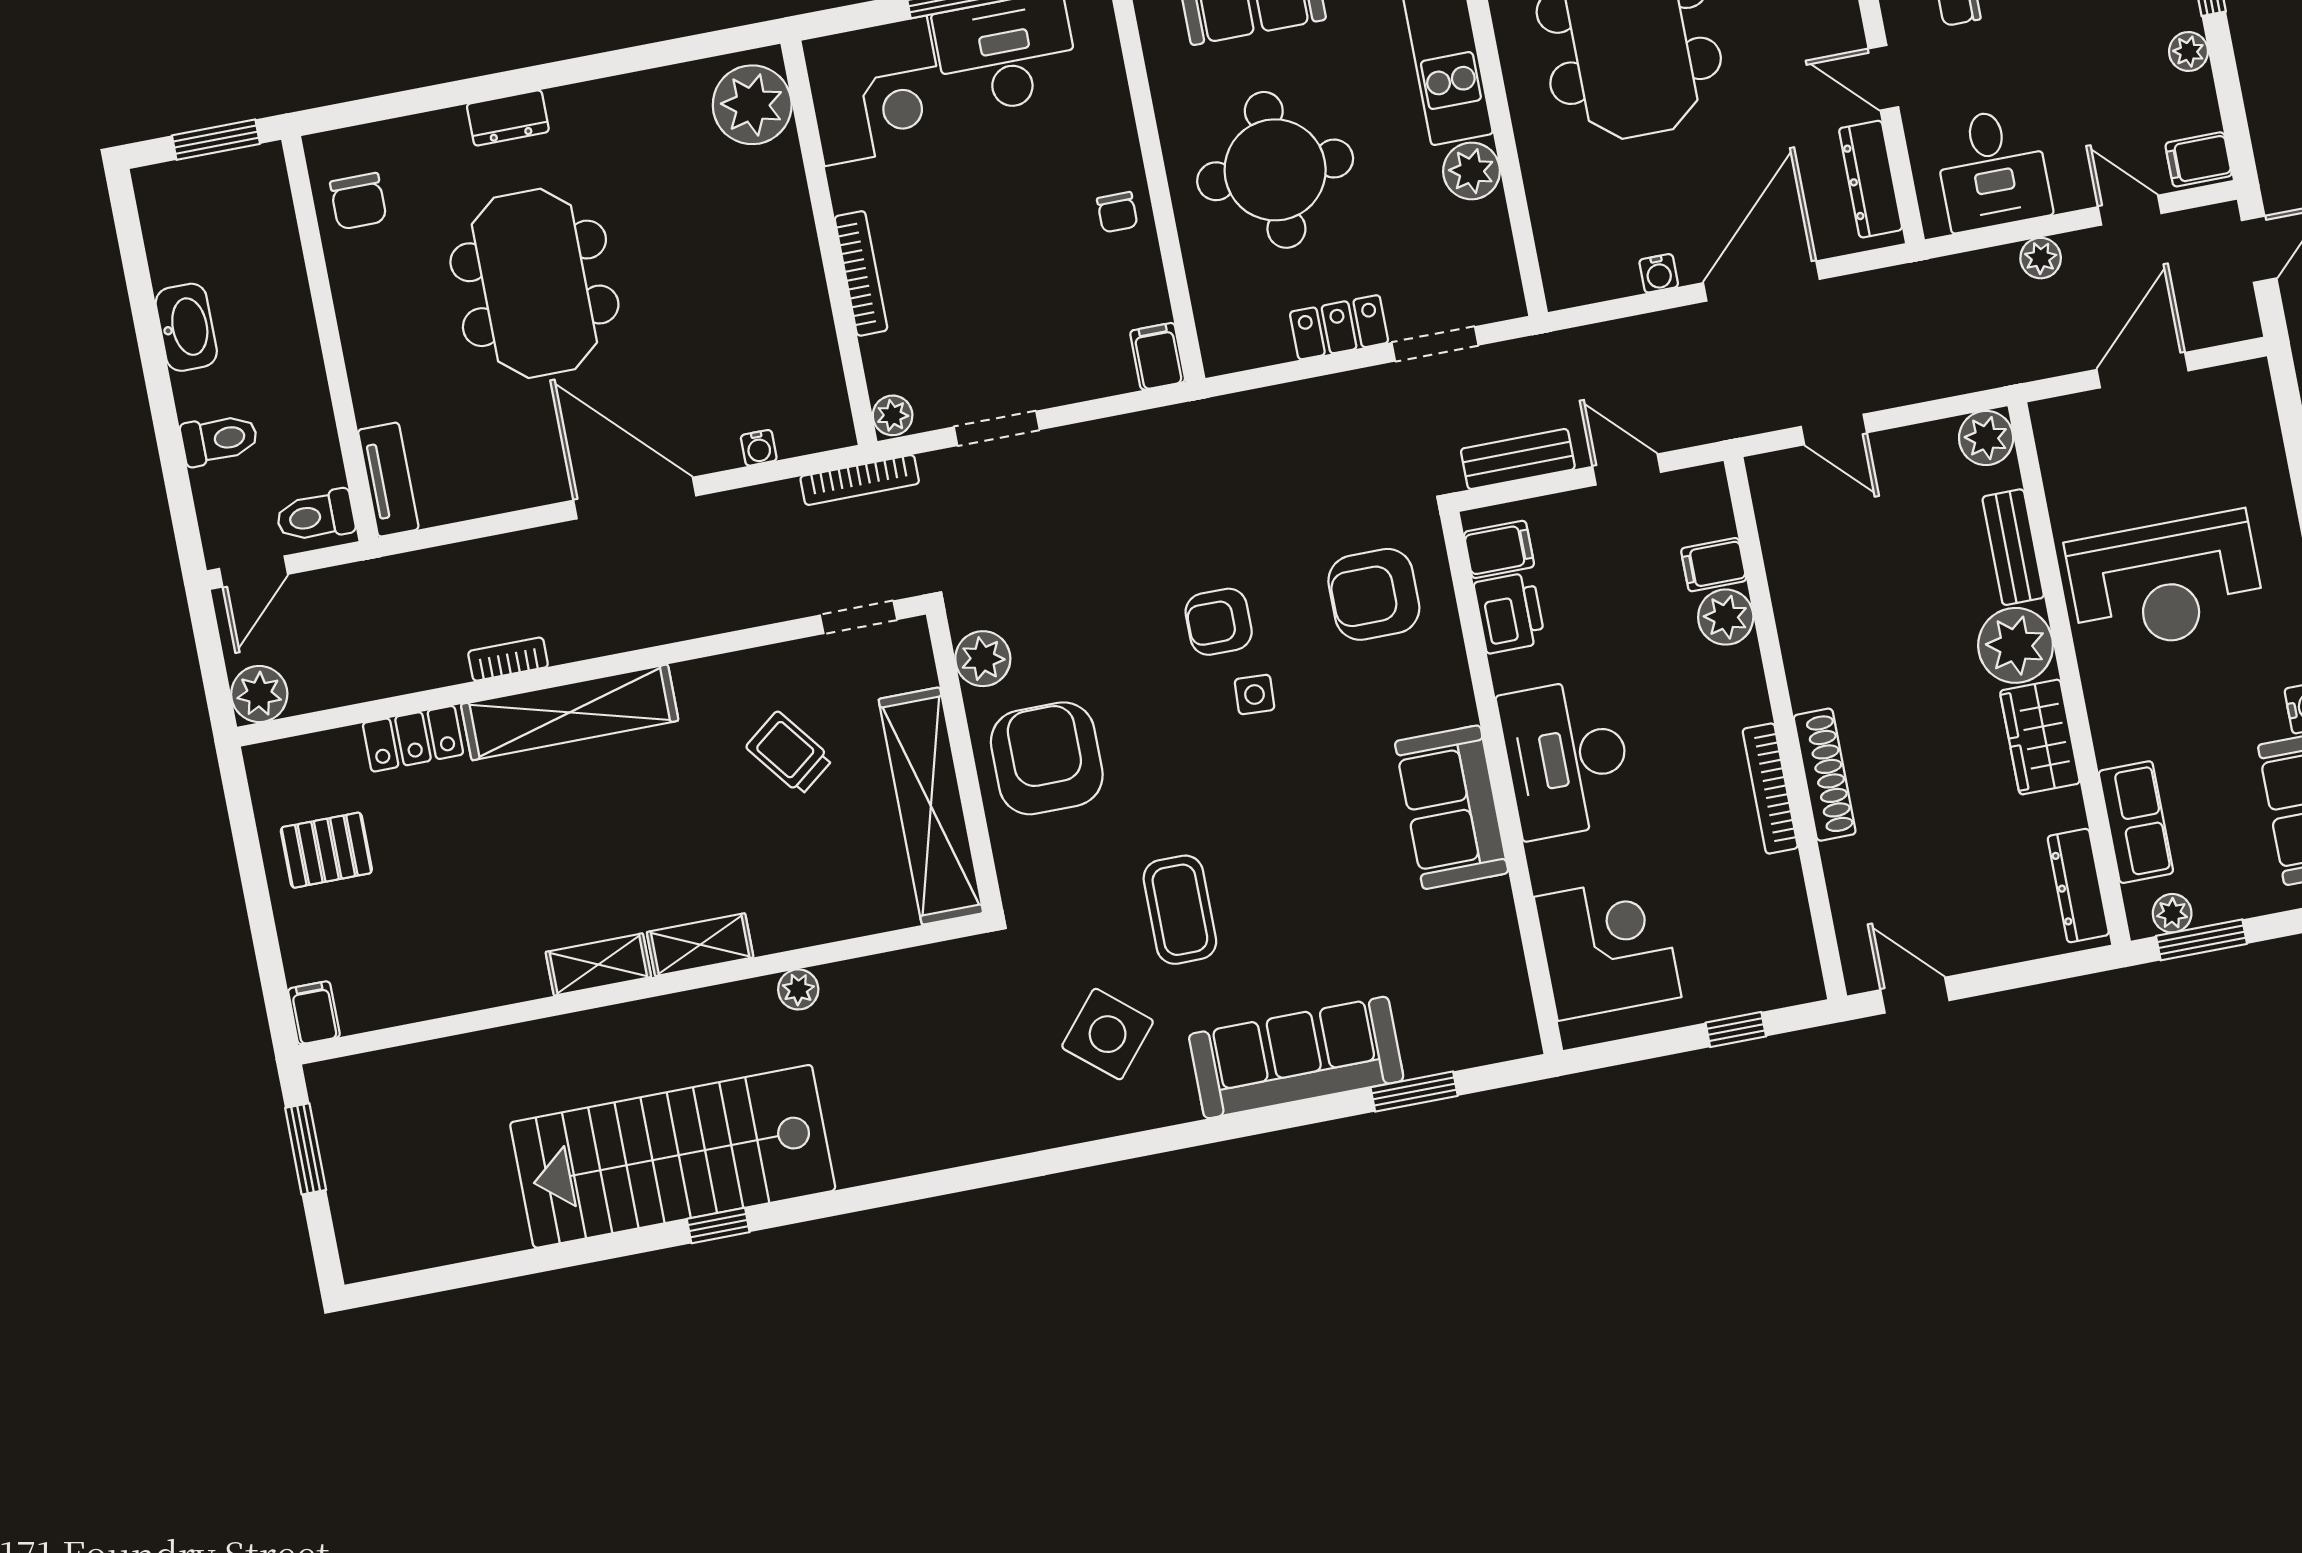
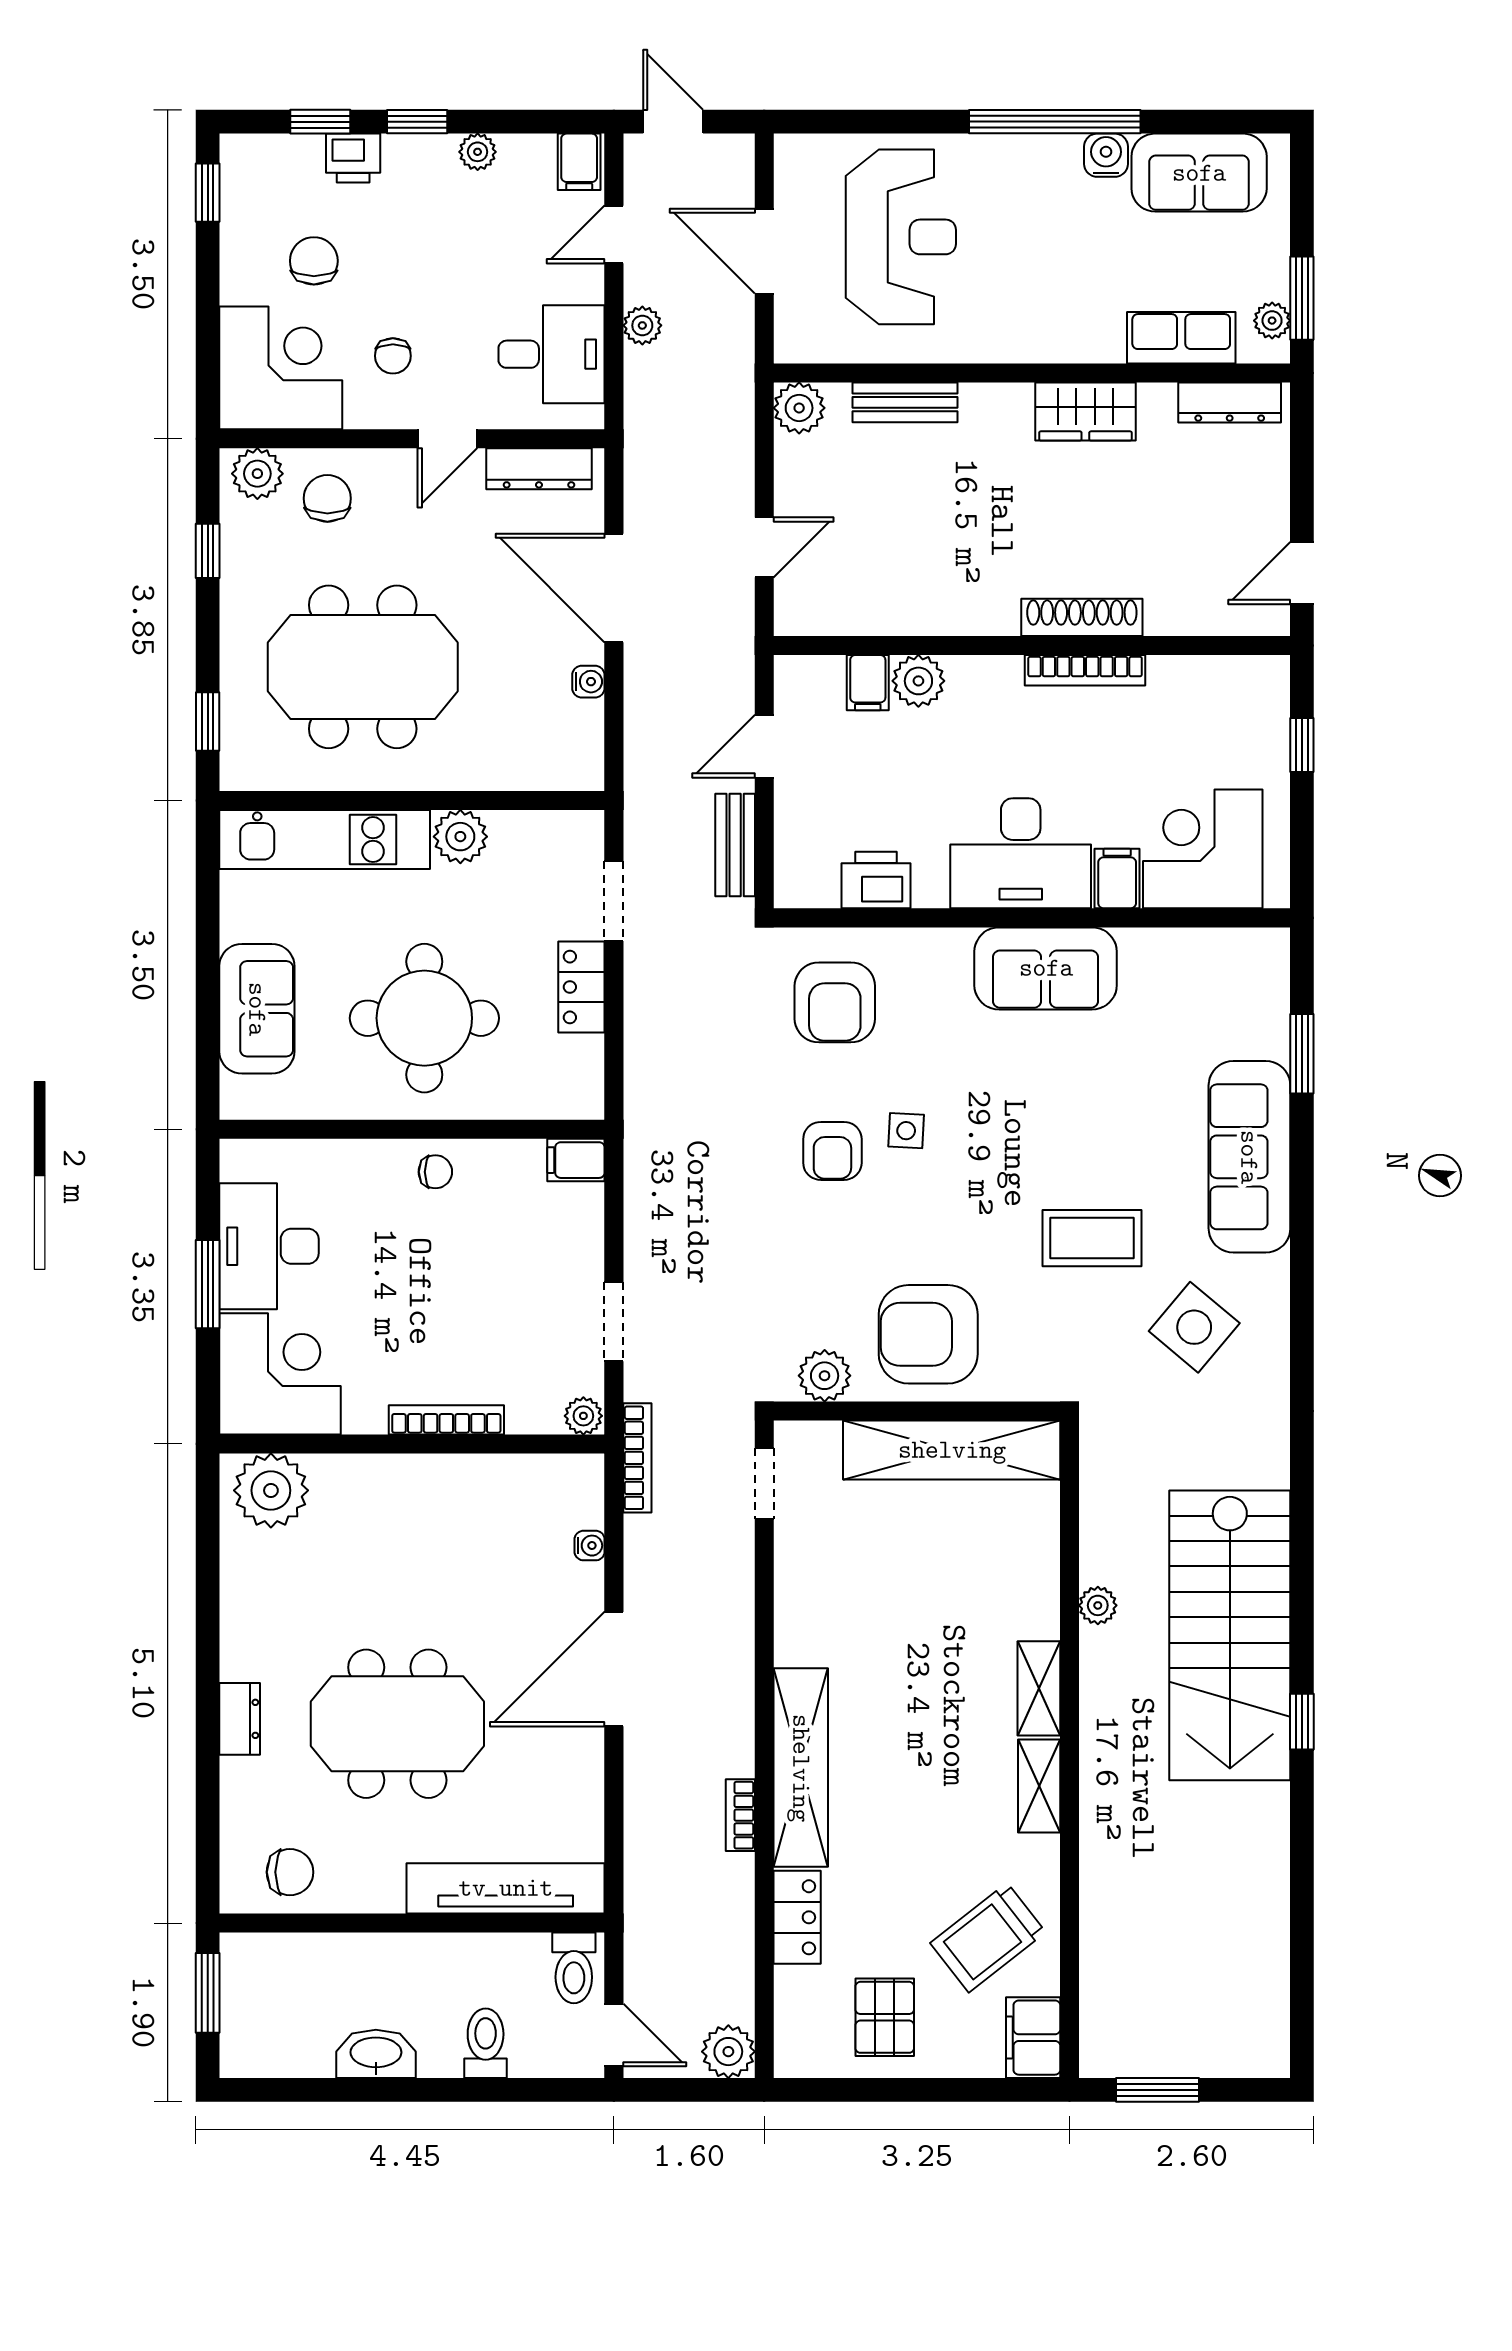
tv unit: (388, 480) -> (506, 1888), width x1.92, depth x1.29
filing cabinet: (1499, 549) -> (1117, 879), moved
reception desk: (2165, 582) -> (901, 237), moved
plant: (2016, 645) -> (996, 418), removed
trolley: (789, 753) -> (988, 1938), moved, width x1.36, depth x1.39
filing cabinet: (314, 1013) -> (1033, 2038), width x2.00
stairs: (673, 1156) -> (1230, 1635), moved

